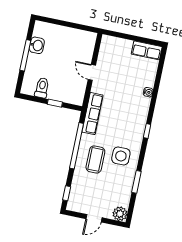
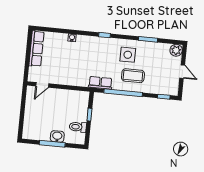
washbasin: (37, 45) -> (57, 136), moved
row of seats: (147, 50) -> (36, 49), width x1.48
door: (92, 72) -> (42, 85), moved
row of seats: (93, 114) -> (100, 83), width x0.68

